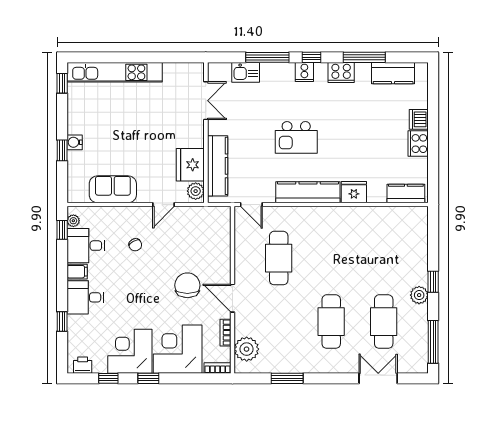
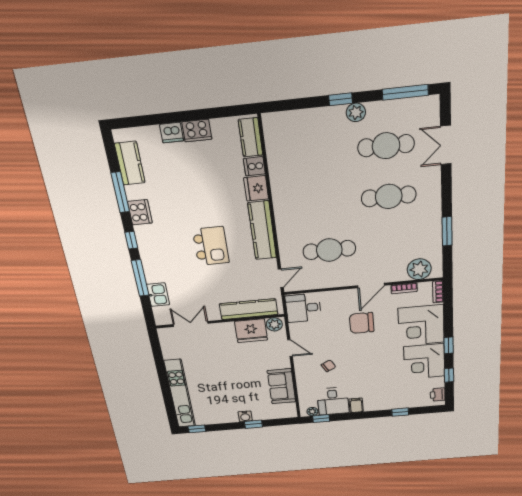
cooker: (304, 72) -> (254, 166), moved, turned 180
desk: (85, 297) -> (303, 308), moved, turned 90

